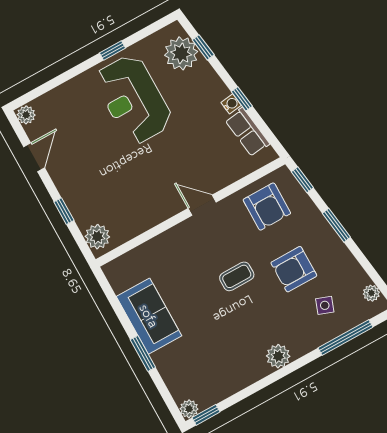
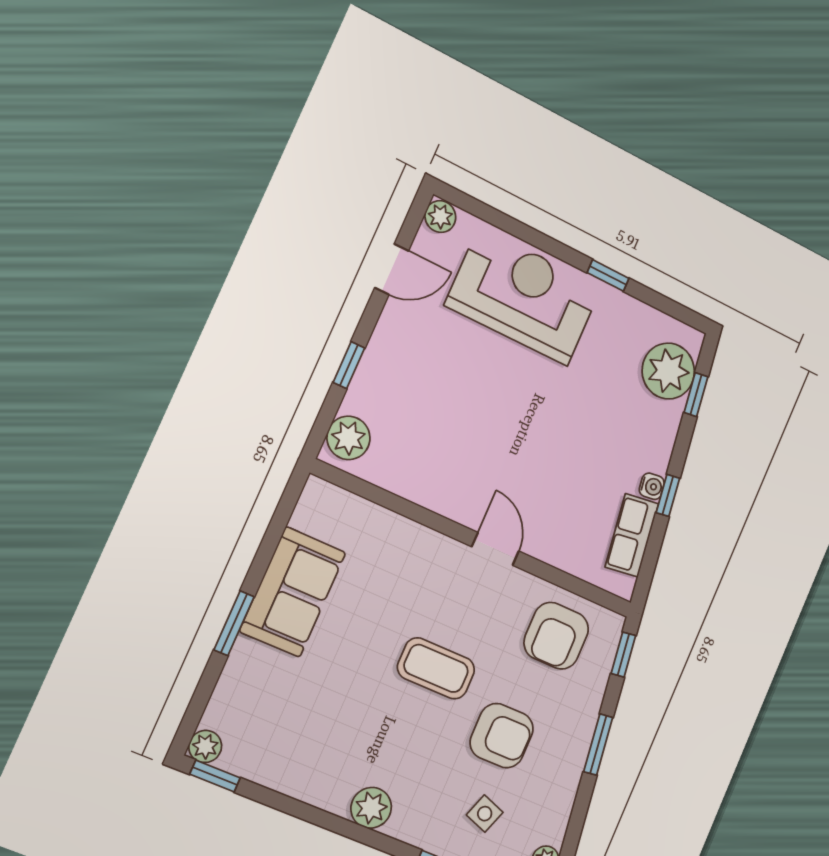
reception desk: (133, 99) -> (524, 296), moved, turned 90
armchair: (294, 269) -> (502, 736), turned 180
coffee table: (237, 276) -> (436, 668), width x1.36, depth x1.30

